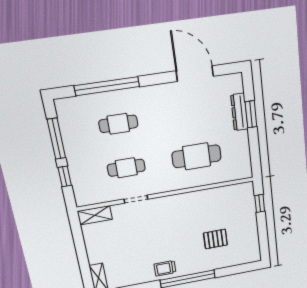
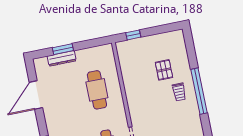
trolley: (165, 268) -> (179, 92), moved

